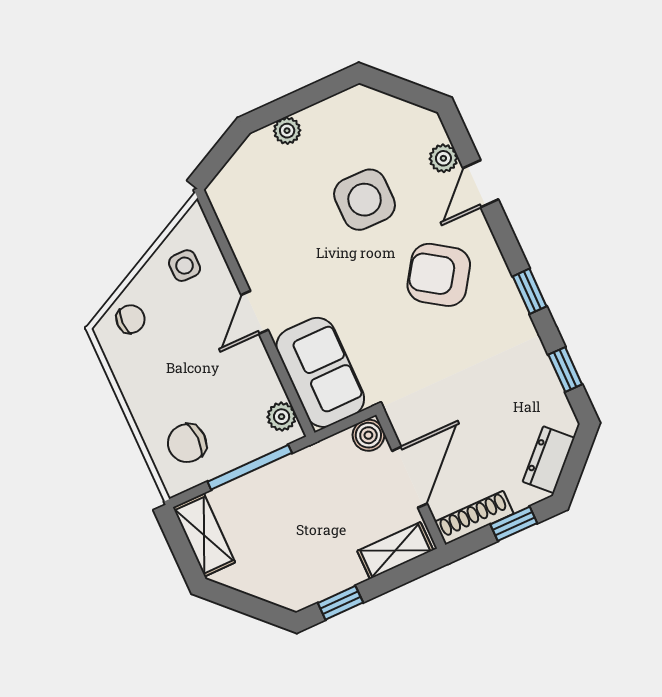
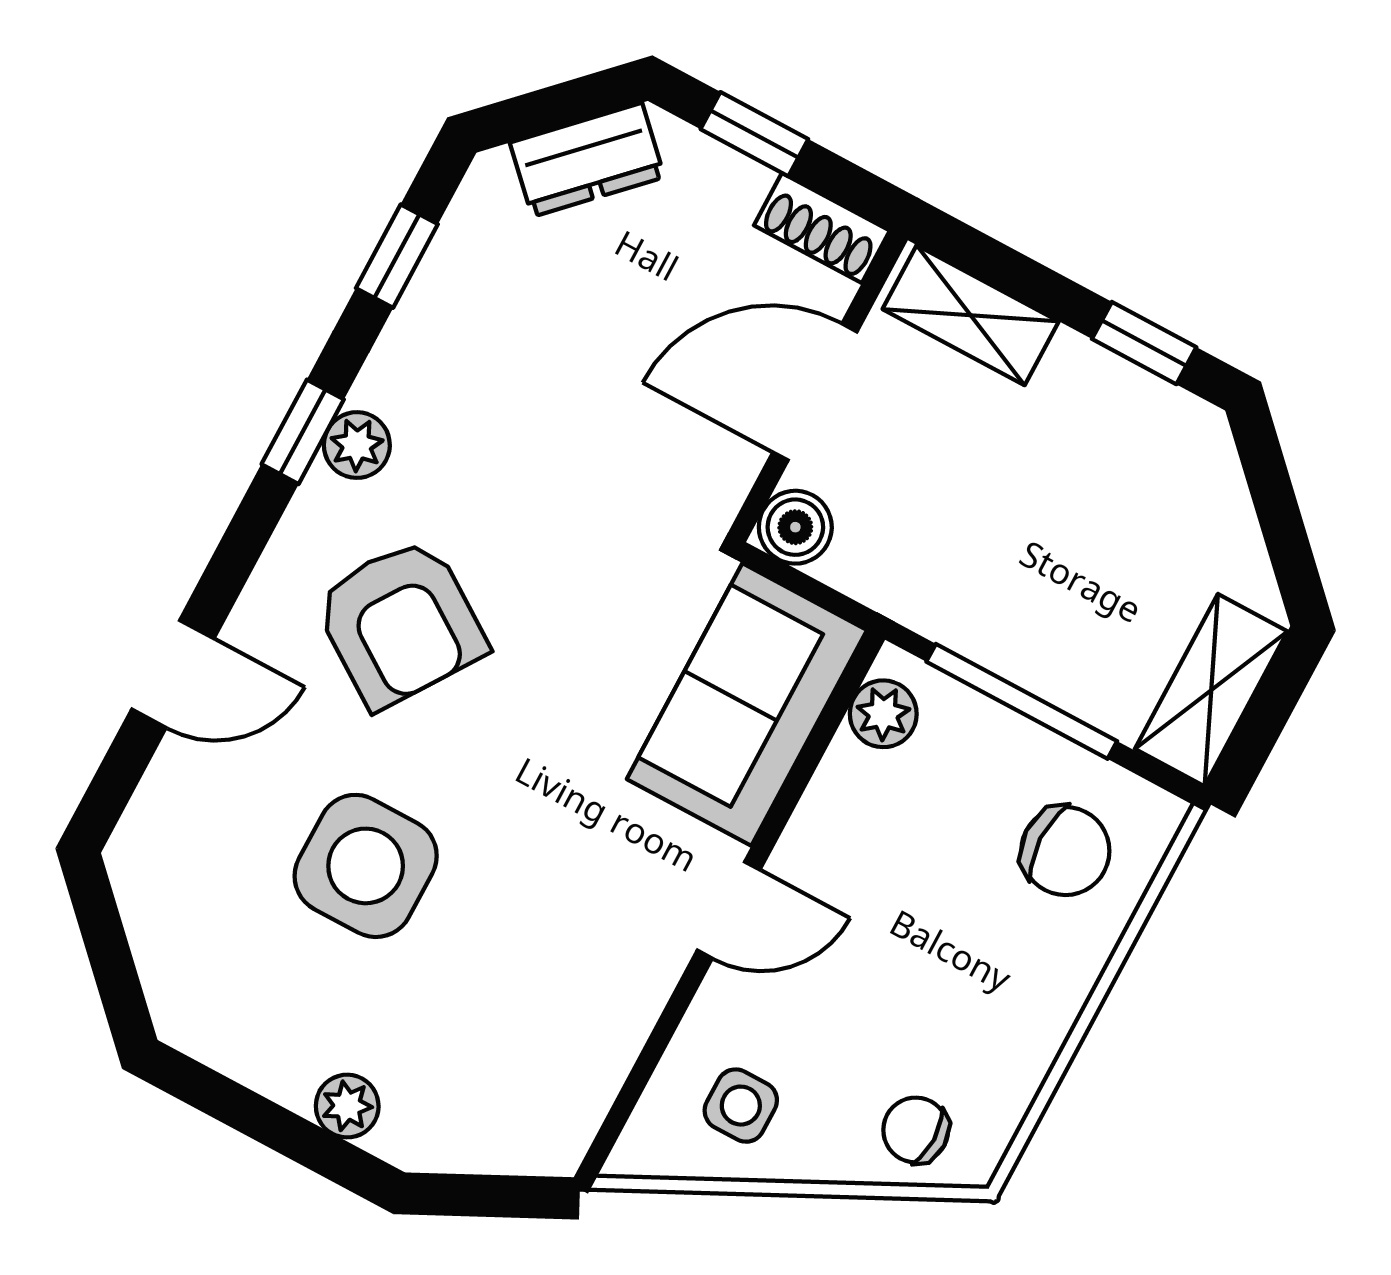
plant: (443, 158) -> (357, 445), moved
shoe rack: (474, 518) -> (822, 228), width x0.70

